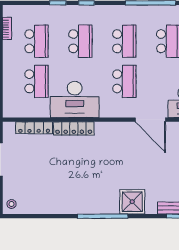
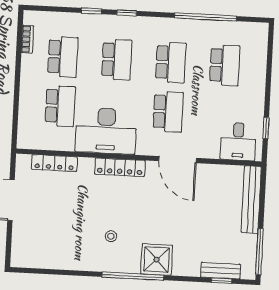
door: (150, 120) -> (178, 160), moved
locker: (74, 128) -> (120, 167), moved
shower: (132, 202) -> (157, 260), moved
stool: (12, 204) -> (111, 236), moved

